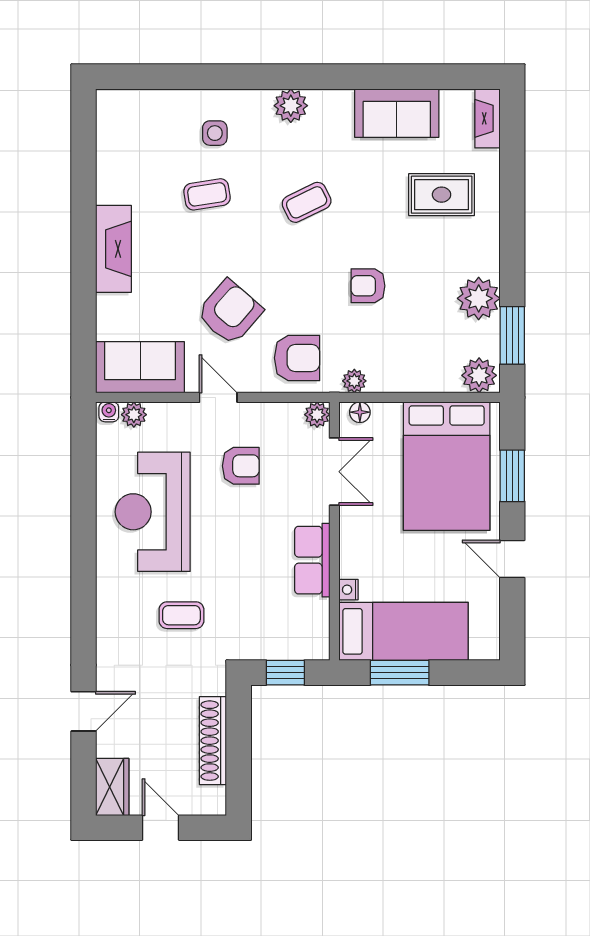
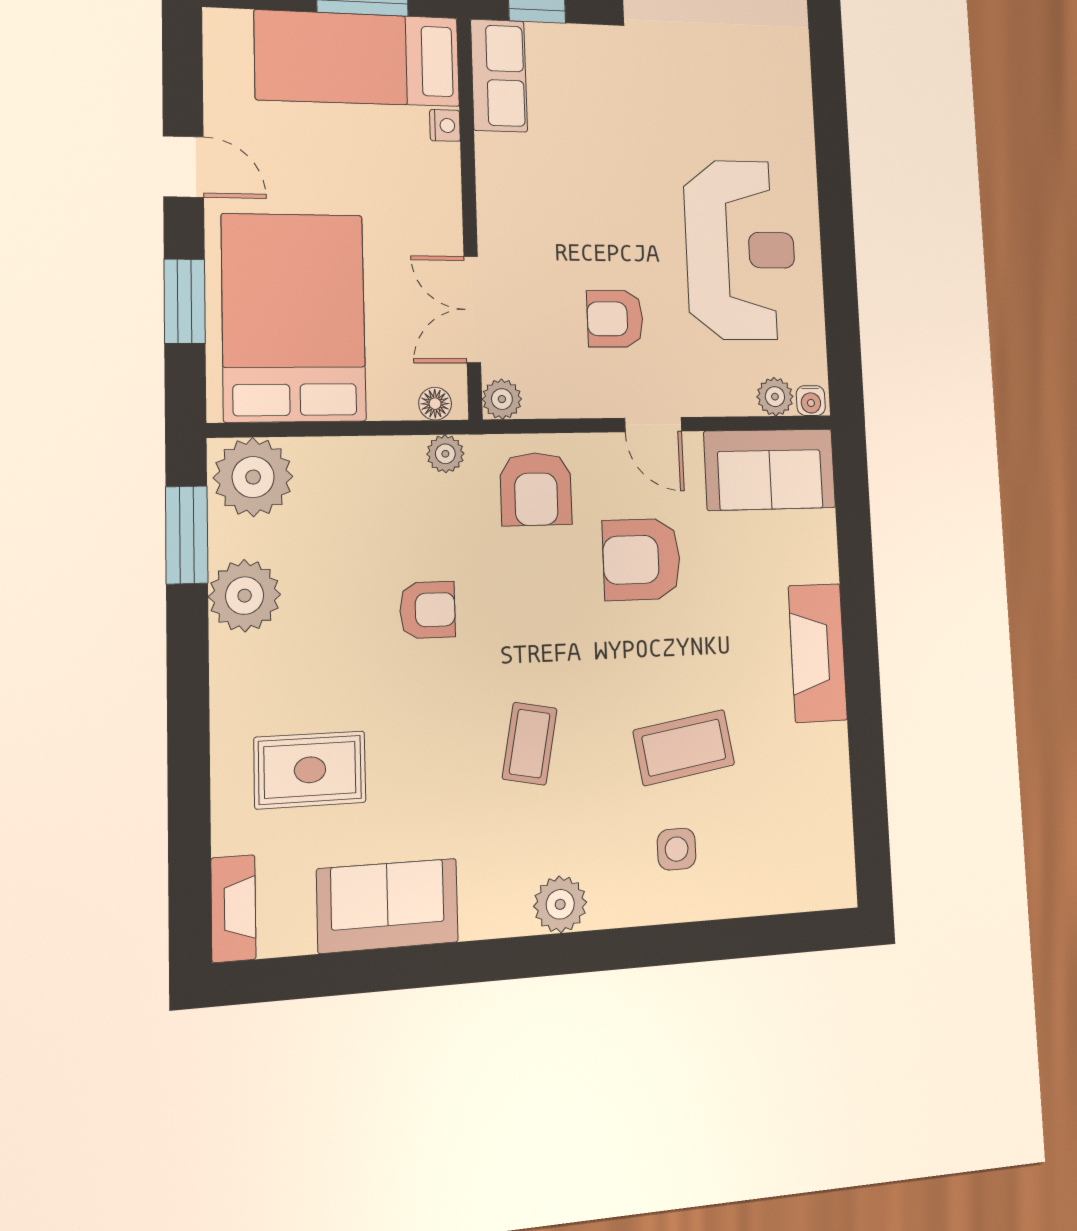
coffee table: (207, 194) -> (684, 748), width x1.36, depth x1.30
coffee table: (307, 202) -> (530, 744), turned -53
armchair: (230, 312) -> (642, 559), turned 49
armchair: (297, 358) -> (536, 489), turned -90
plant: (479, 375) -> (253, 477), width x1.36, depth x1.36
row of seats: (312, 560) -> (499, 76), moved
coffee table: (181, 615) -> (692, 95), removed

